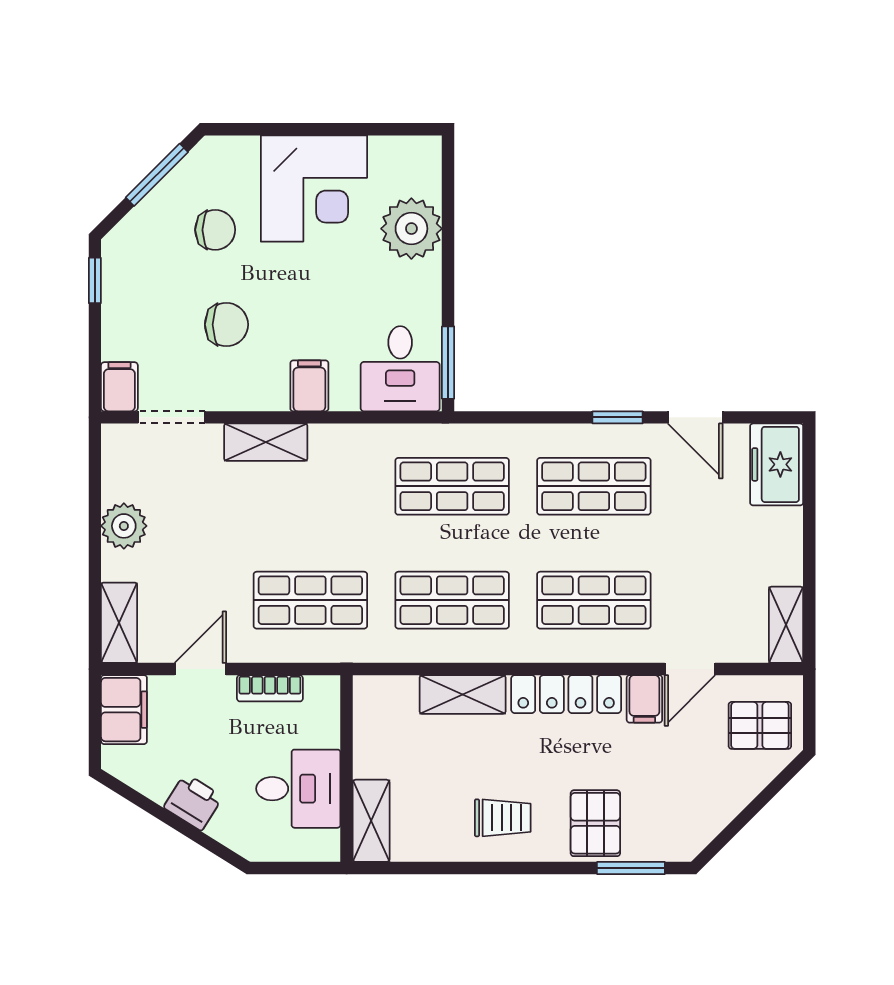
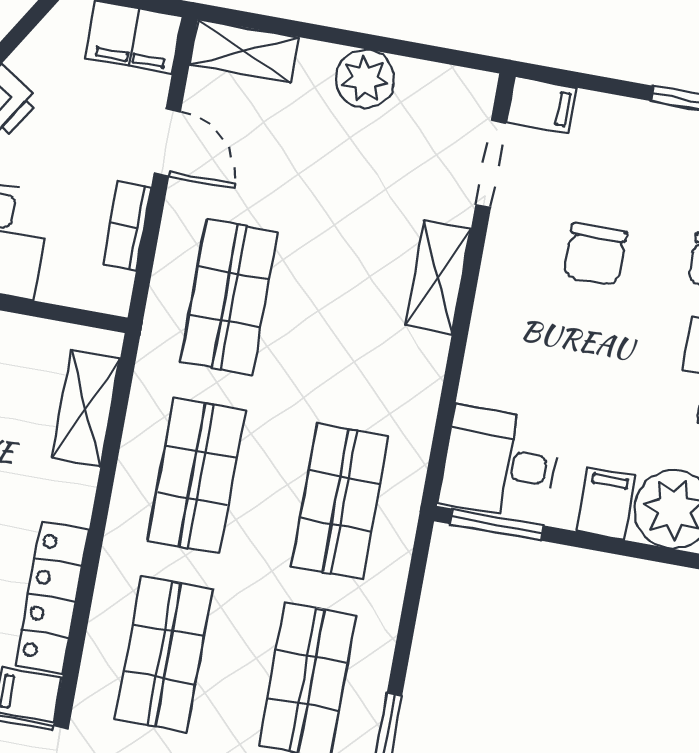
filing cabinet: (309, 386) -> (606, 504), moved, turned -90
shelving: (463, 695) -> (86, 408), moved

